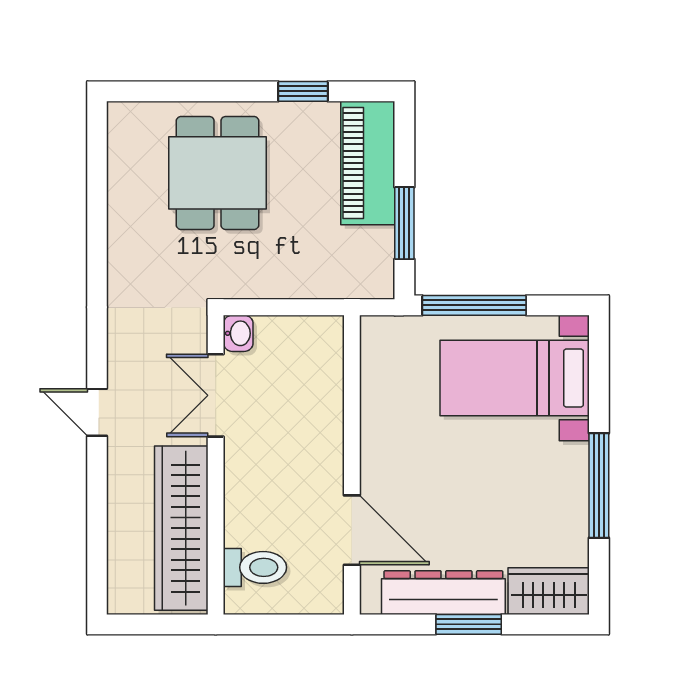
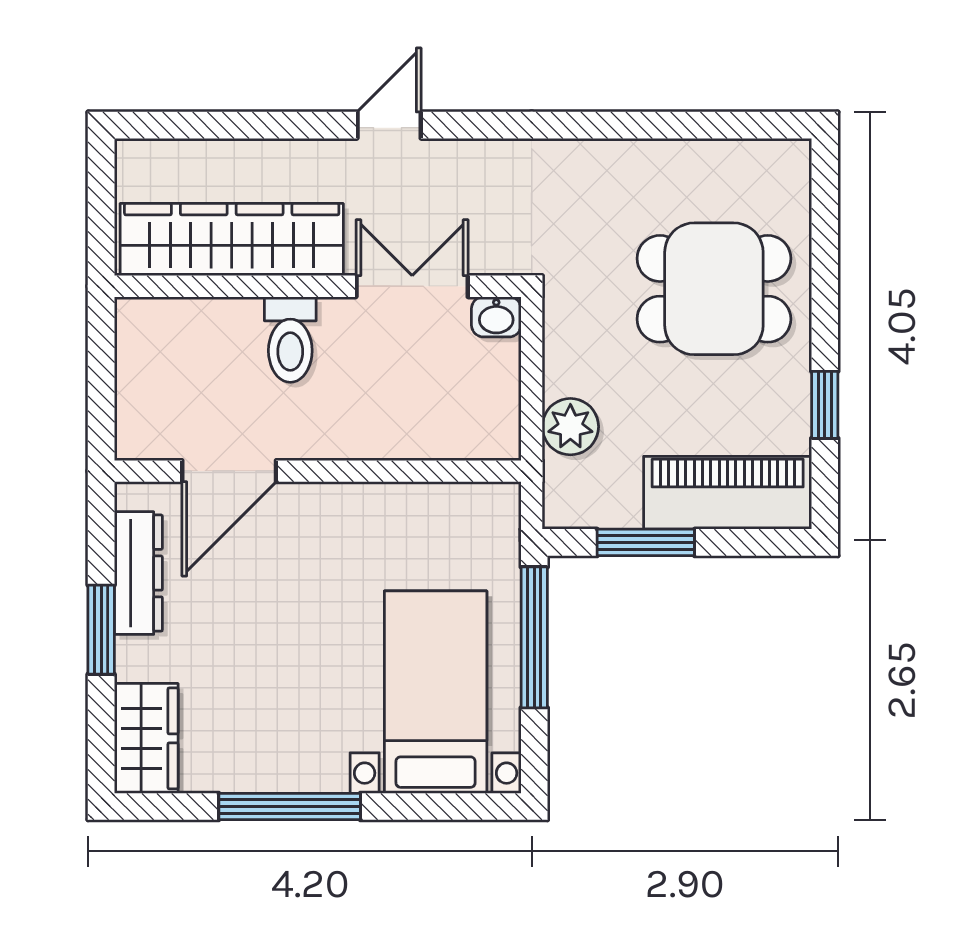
plant: (319, 279) -> (570, 427), added
toilet: (255, 567) -> (290, 340), moved
dresser: (443, 593) -> (138, 573), width x0.73, depth x0.80

